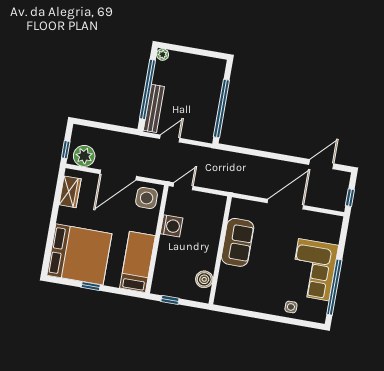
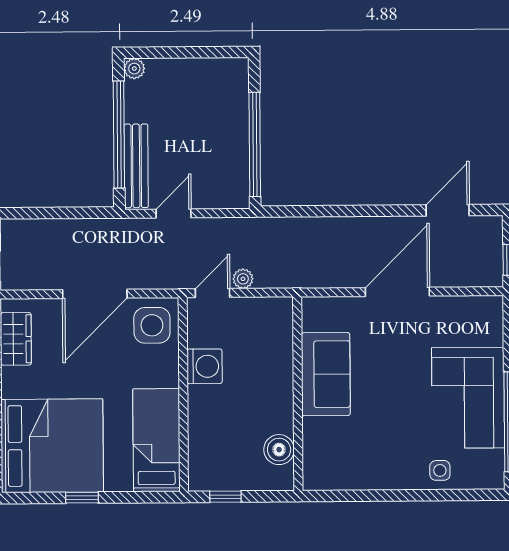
plant: (84, 156) -> (243, 279), moved, width x0.53, depth x0.53

